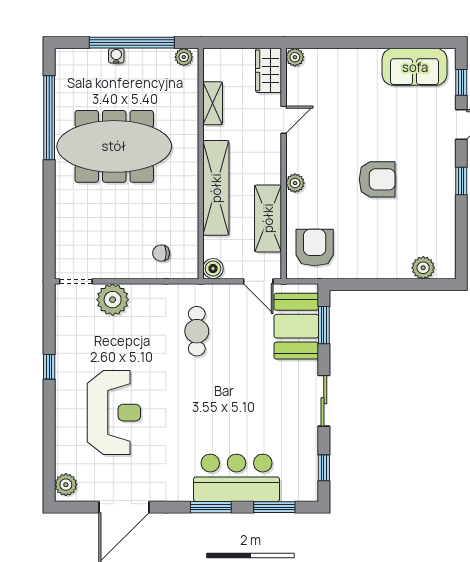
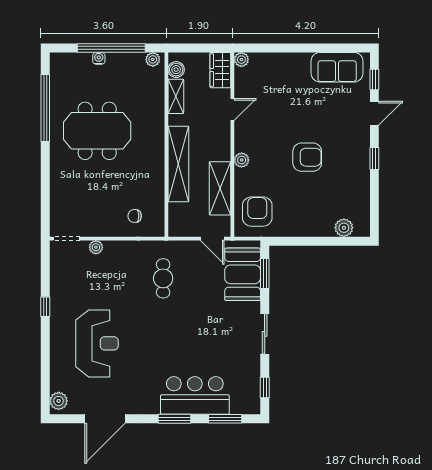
meeting table: (114, 146) -> (97, 131), width x0.73
boiler: (213, 268) -> (176, 70), moved
plant: (113, 300) -> (96, 247), width x0.53, depth x0.53

